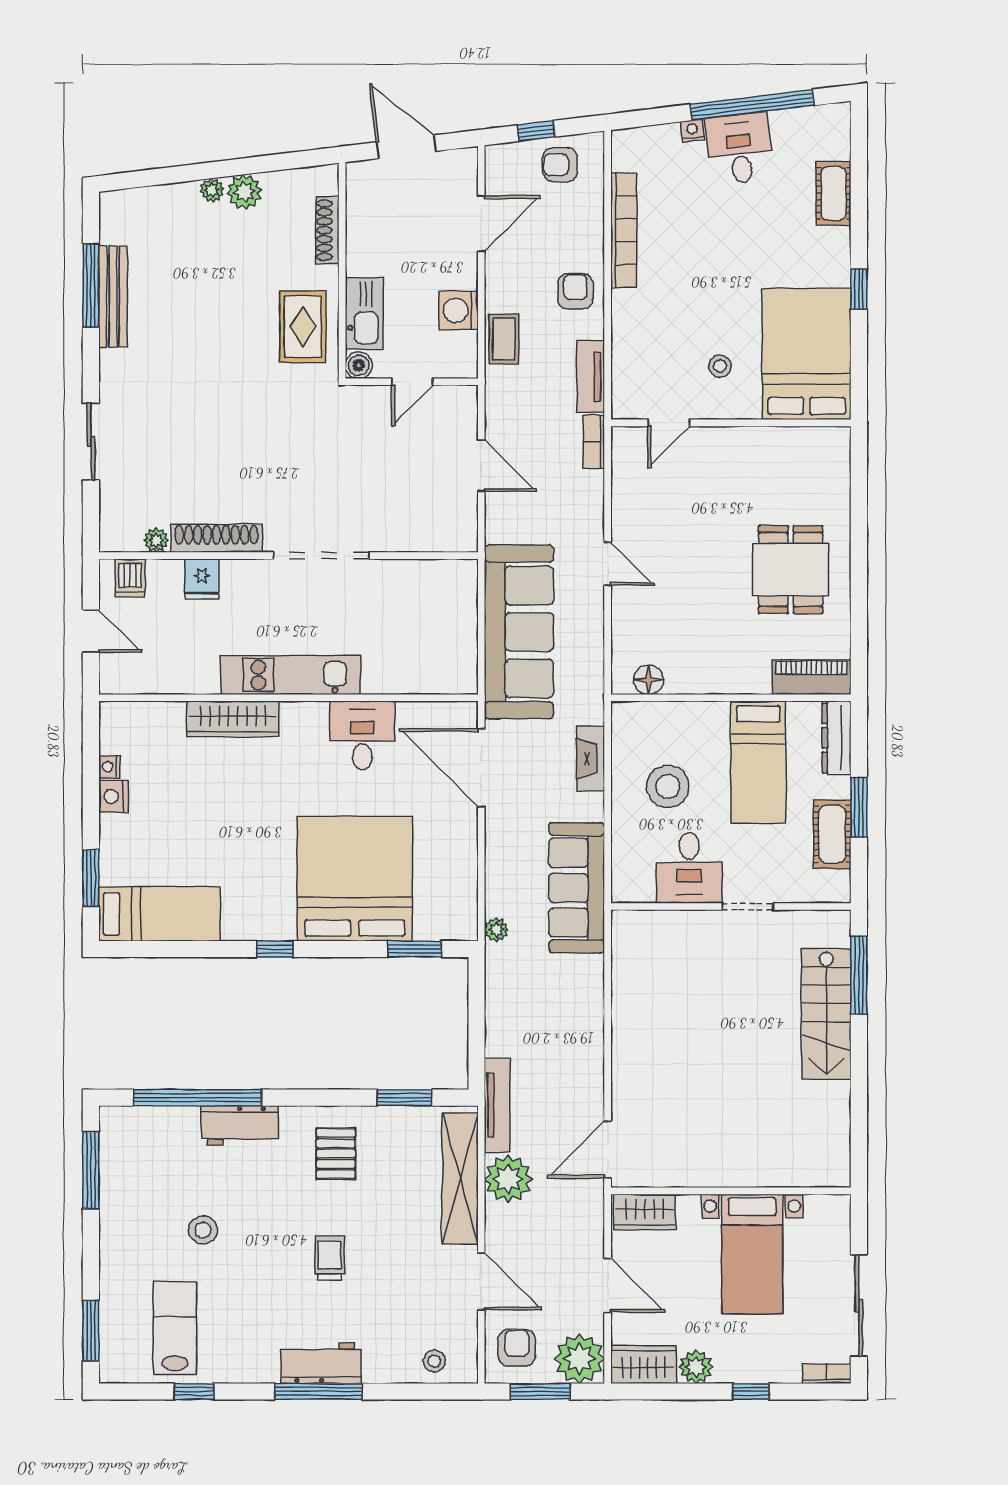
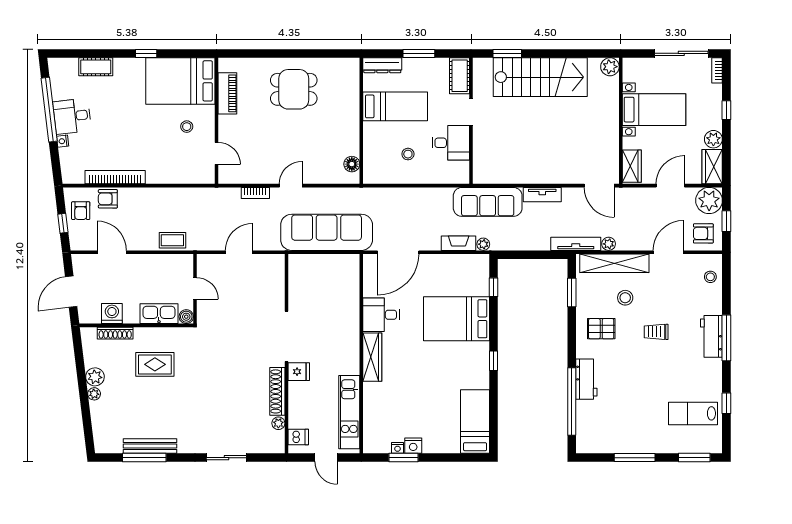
armchair: (575, 291) -> (108, 199), moved
washing machine: (459, 310) -> (112, 314), moved, turned 180
rug: (303, 327) -> (155, 364), moved
tv unit: (591, 377) -> (542, 195), moved
bookcase: (594, 442) -> (255, 193), moved
fridge: (202, 579) -> (299, 372), moved
door: (91, 631) -> (326, 458), swing flipped
kitchen unit: (290, 675) -> (349, 412), moved
piano: (812, 677) -> (227, 93), moved, turned 180
wardrobe: (233, 719) -> (372, 357), moved
fireplace: (591, 759) -> (459, 243), moved, turned 180
stool: (668, 786) -> (408, 154), width x0.53, depth x0.53
cot: (832, 834) -> (460, 76), moved, turned 90
window: (91, 878) -> (404, 458), moved
bed: (355, 879) -> (456, 319), width x0.73
sofa: (577, 888) -> (488, 202), moved
window: (415, 949) -> (494, 287), width x0.67
window: (859, 975) -> (507, 53), width x0.69
stairs: (826, 1014) -> (540, 77), width x1.36, depth x1.51
window: (91, 1170) -> (635, 458), moved
plant: (834, 1170) -> (610, 67), added
plant: (508, 1179) -> (609, 244), width x0.53, depth x0.53
stool: (203, 1230) -> (625, 298), moved
window: (540, 1392) -> (726, 221), width x0.67

